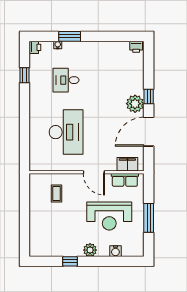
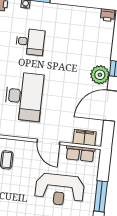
desk: (66, 80) -> (30, 42), turned 180

